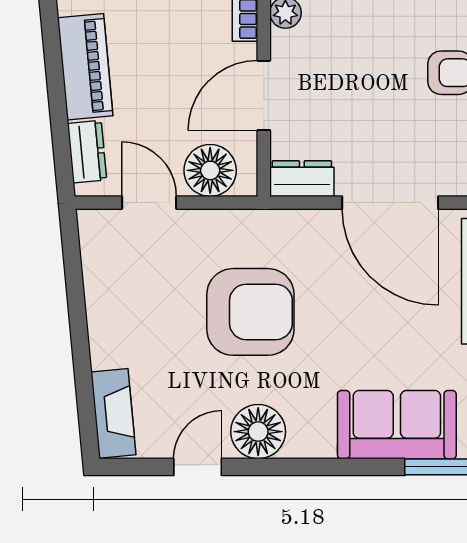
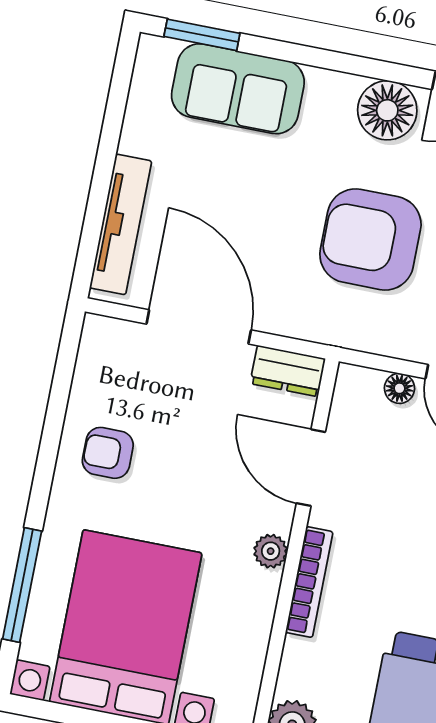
door: (264, 95) -> (311, 468), swing flipped
floor lamp: (210, 170) -> (399, 388), width x0.53, depth x0.53

